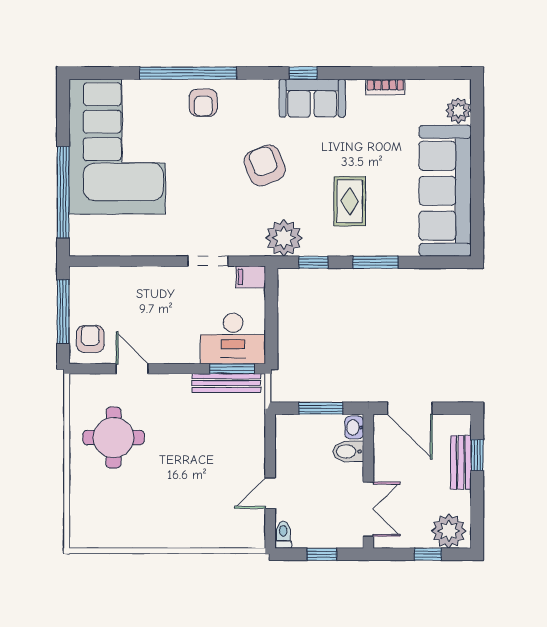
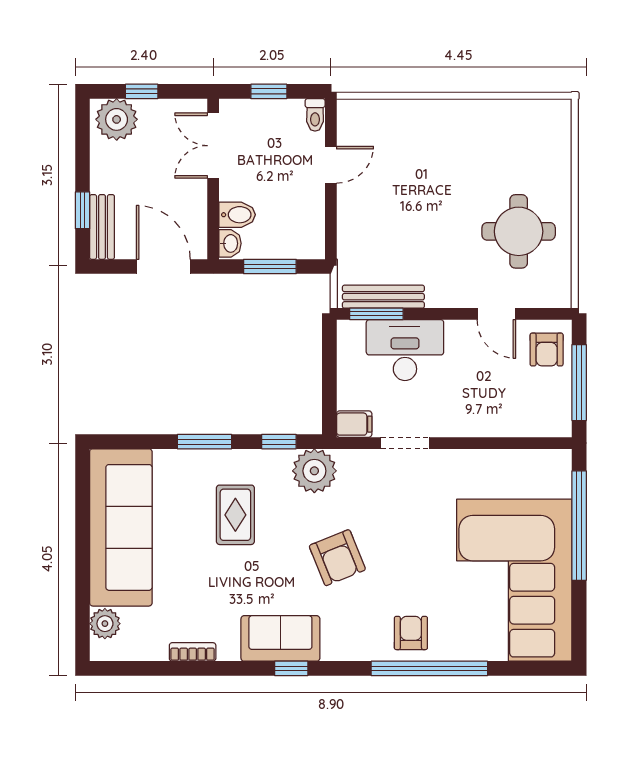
desk: (233, 339) -> (405, 350), moved
bench: (461, 462) -> (102, 227), moved

